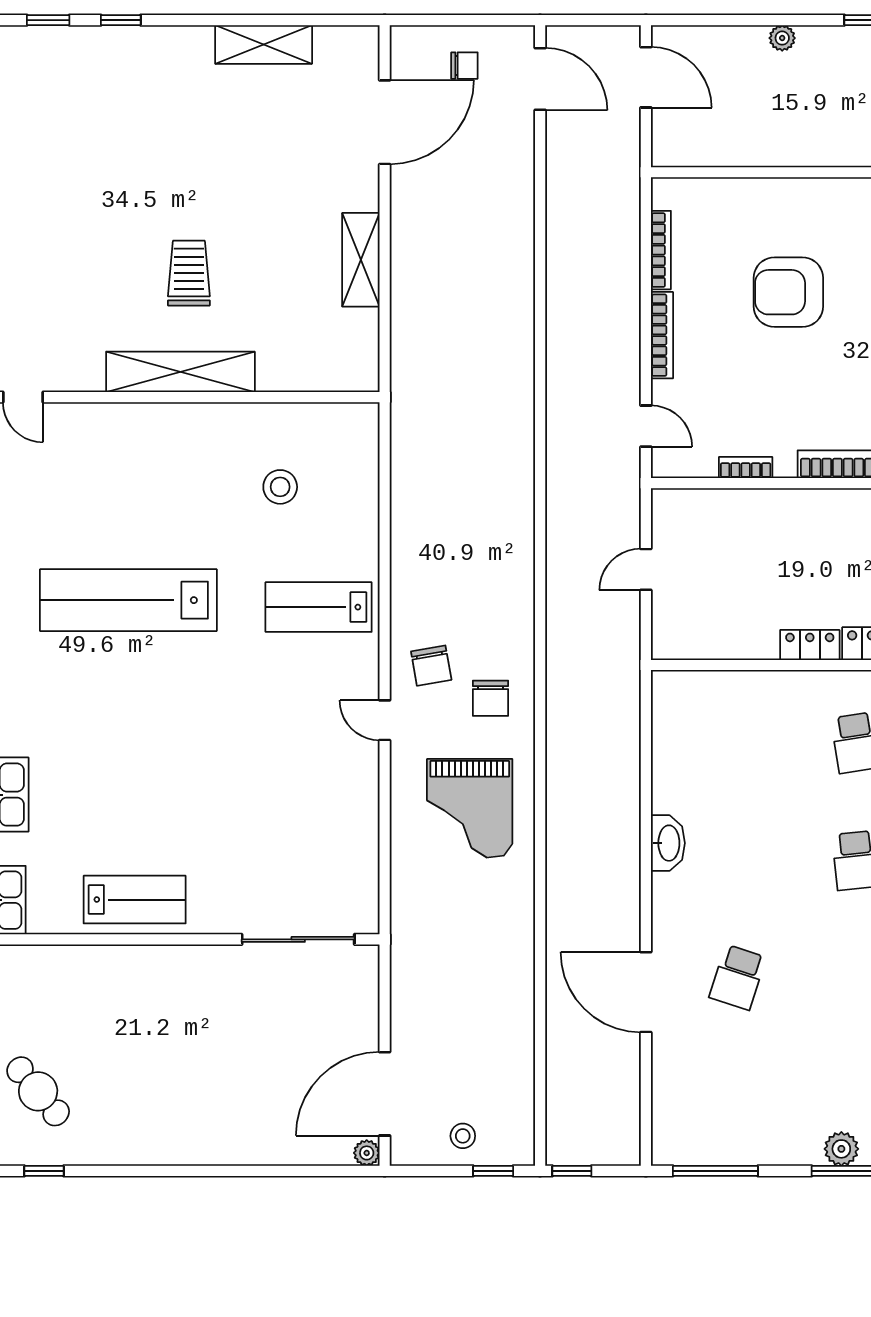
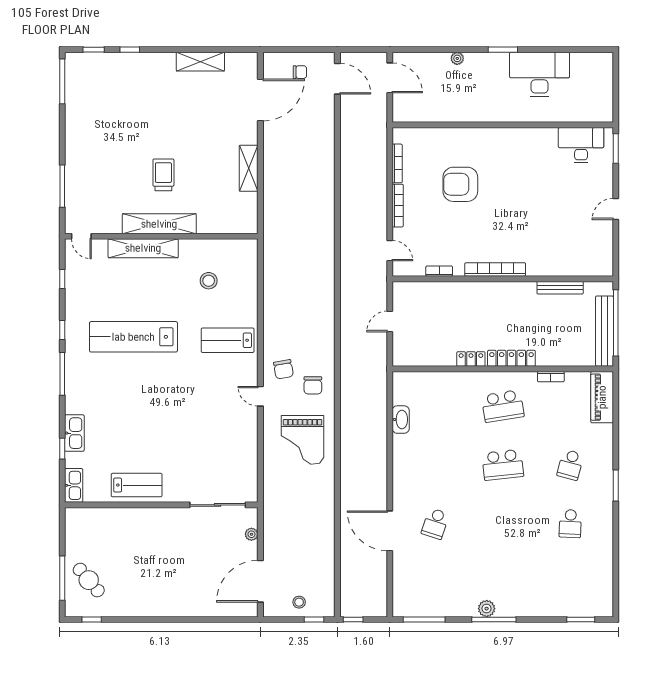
shelving: (148, 421) -> (143, 248), added
washbasin: (668, 843) -> (401, 420), moved
plant: (367, 1153) -> (251, 534), moved

